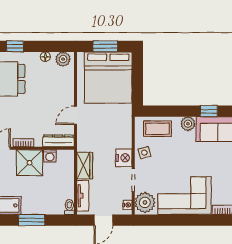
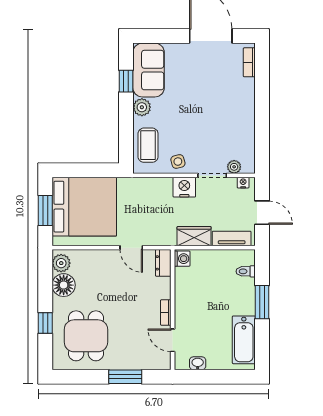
floor lamp: (45, 57) -> (64, 285), width x1.89, depth x1.89
dresser: (58, 141) -> (163, 263), width x0.70
washing machine: (50, 156) -> (182, 259), moved
shower: (29, 163) -> (191, 305), removed
corner sofa: (184, 196) -> (231, 112), removed
plant: (145, 202) -> (234, 167), width x0.53, depth x0.53
toilet: (69, 207) -> (246, 271), moved

